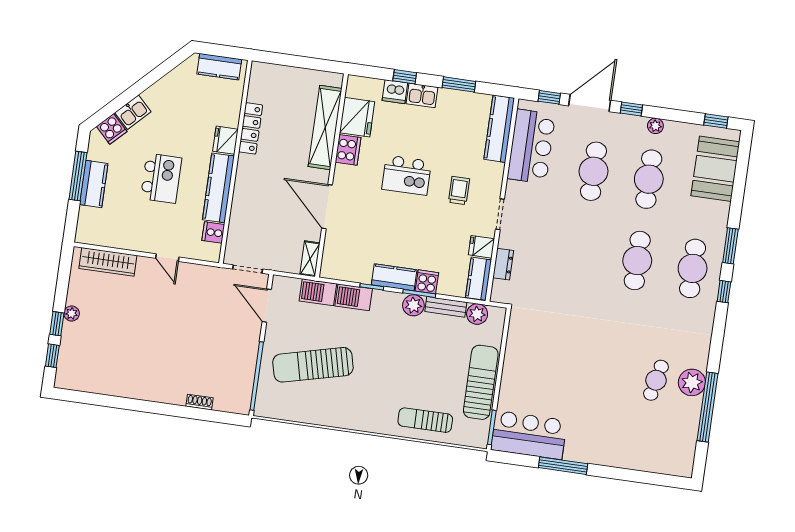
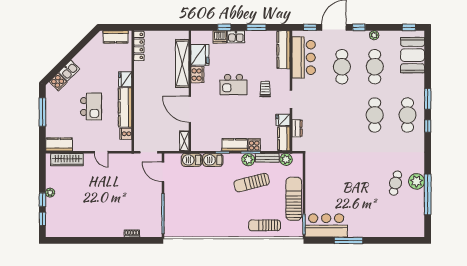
locker: (251, 128) -> (139, 46), moved
kitchen counter: (94, 184) -> (59, 145), moved, turned -90
sun lounger: (313, 365) -> (252, 183), moved, width x0.73, depth x0.75

